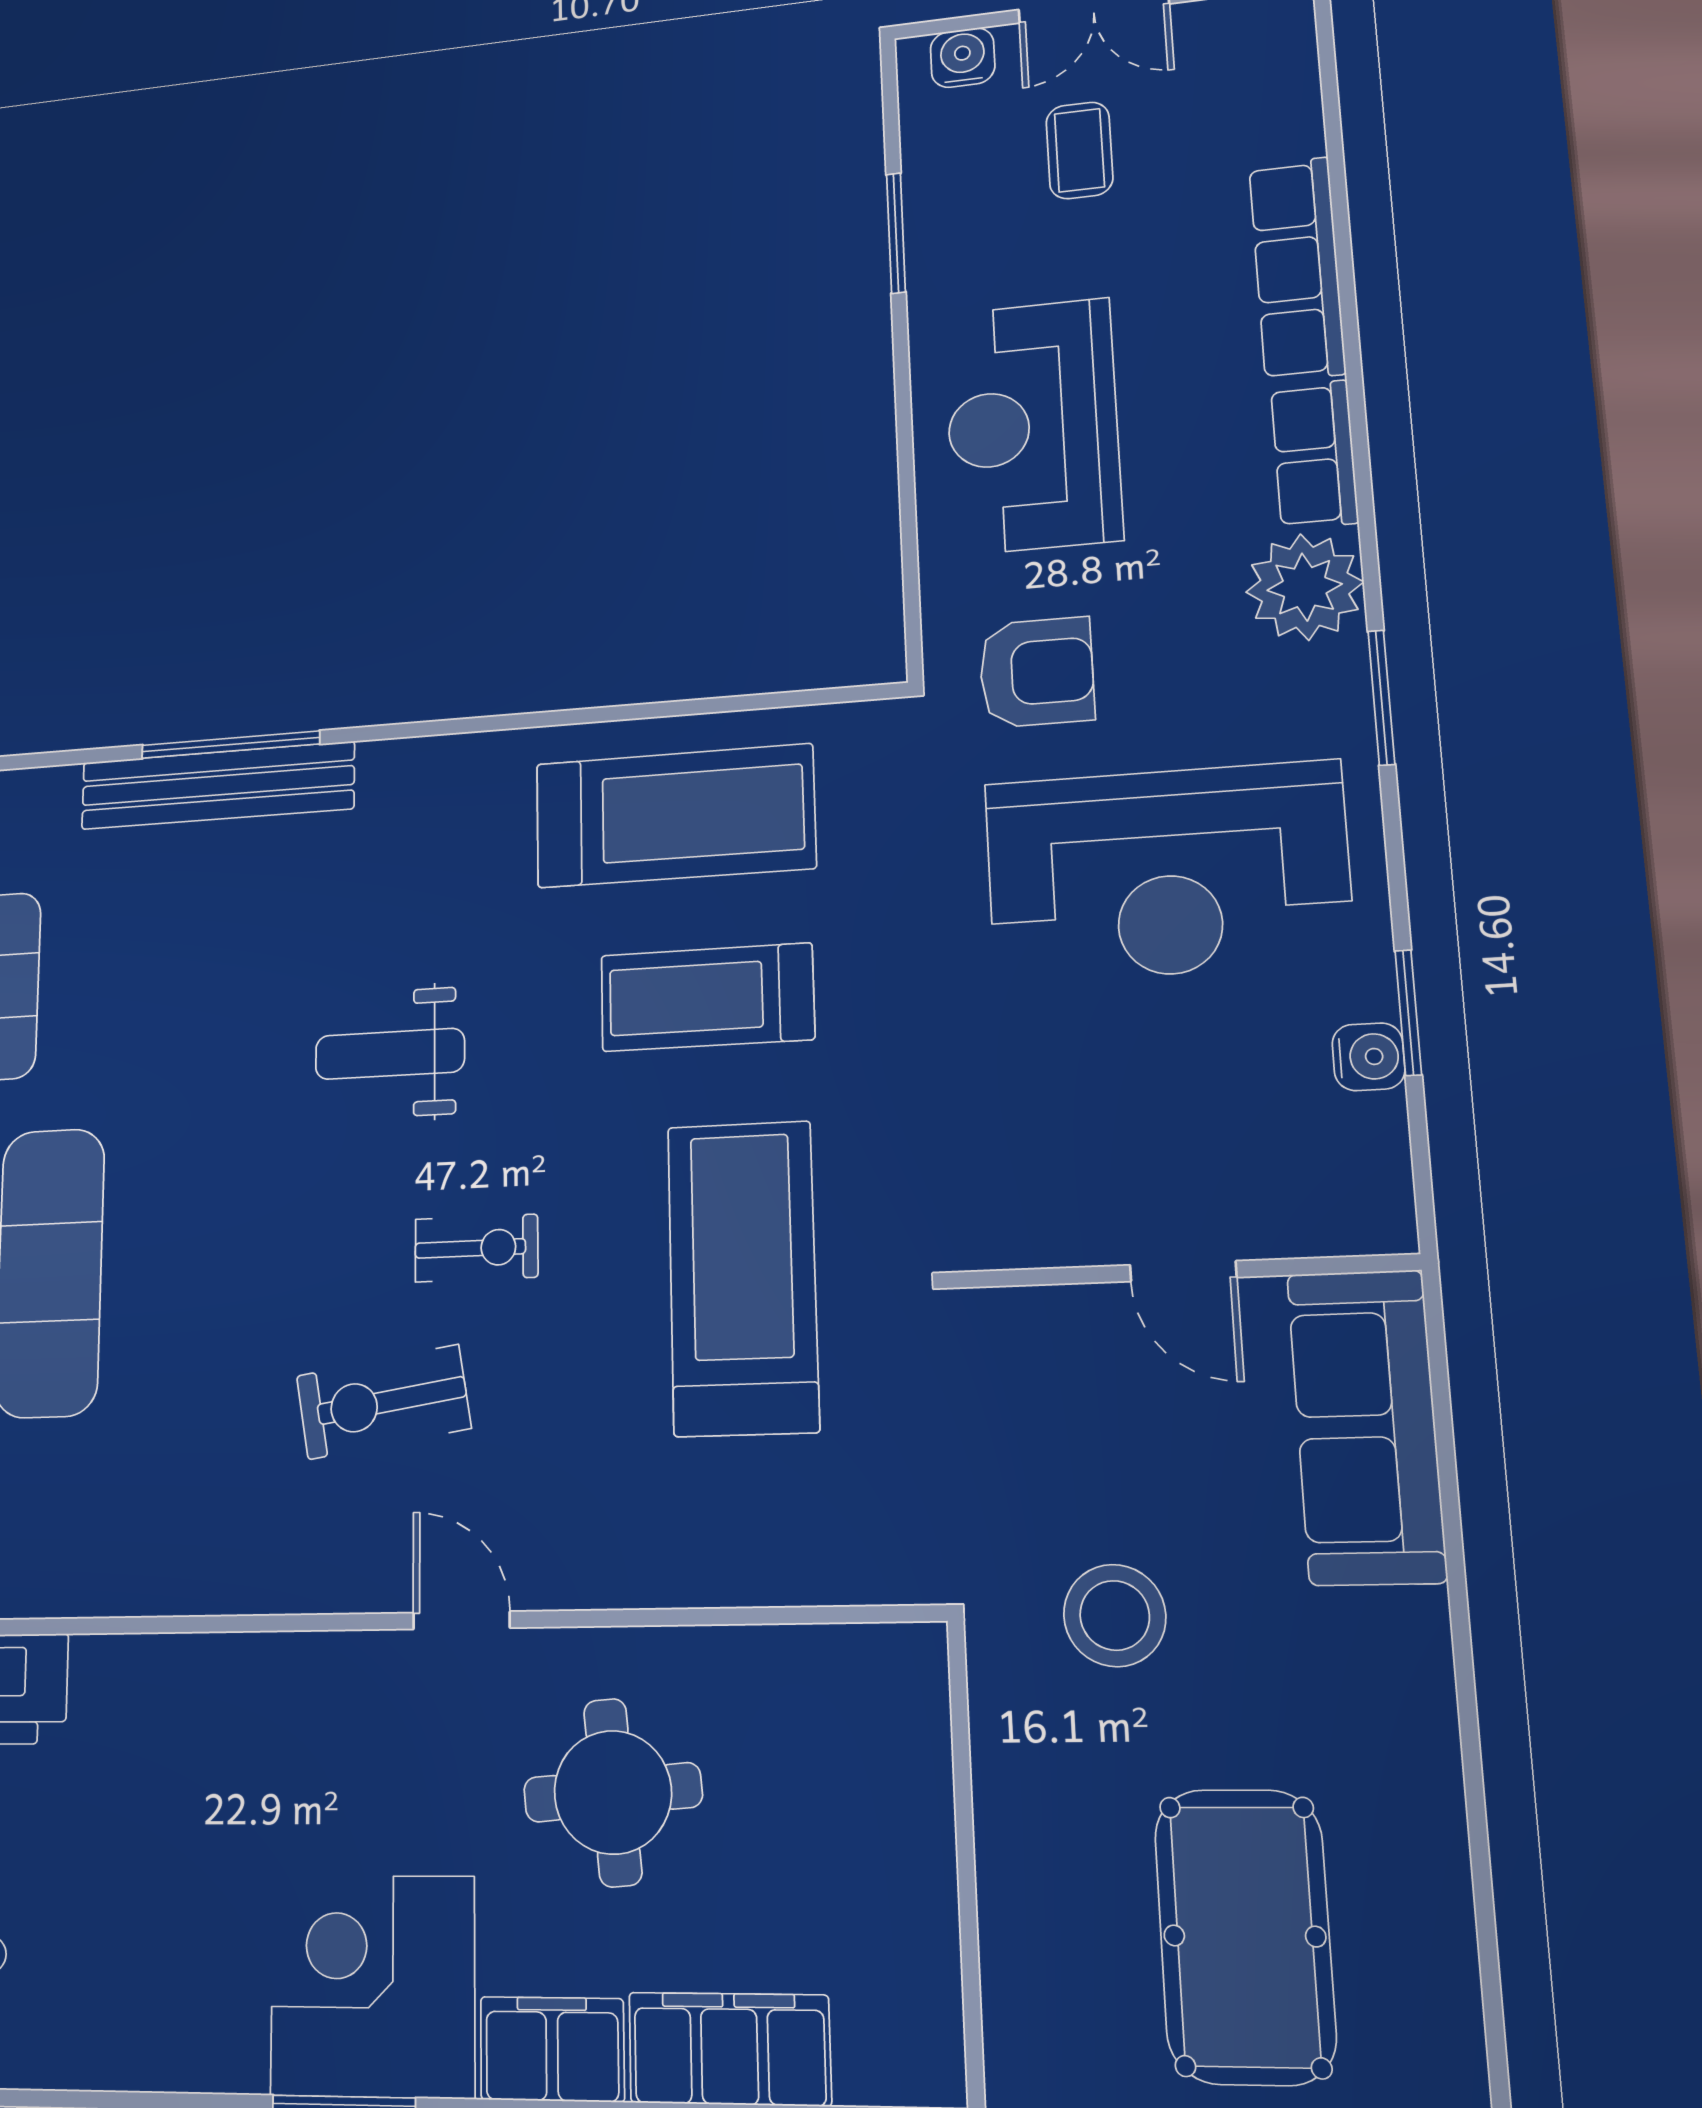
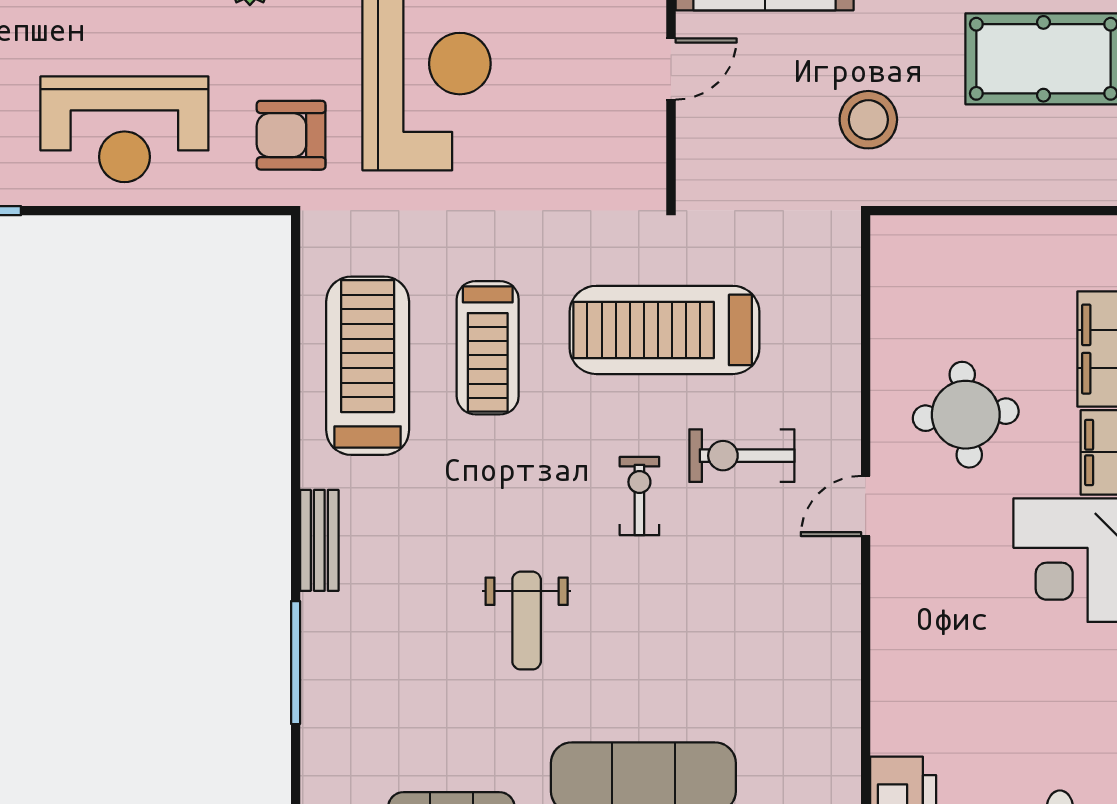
armchair: (1037, 672) -> (291, 135), turned -90
bench: (217, 786) -> (319, 540), moved, width x0.54, depth x0.82
weight bench: (390, 1054) -> (527, 621), moved
exercise bike: (383, 1402) -> (742, 456), moved, turned 99

